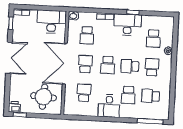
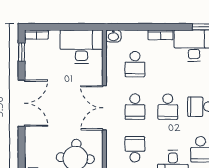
double door: (65, 64) -> (104, 108), width x0.73
school desk: (85, 64) -> (135, 107), turned 180

